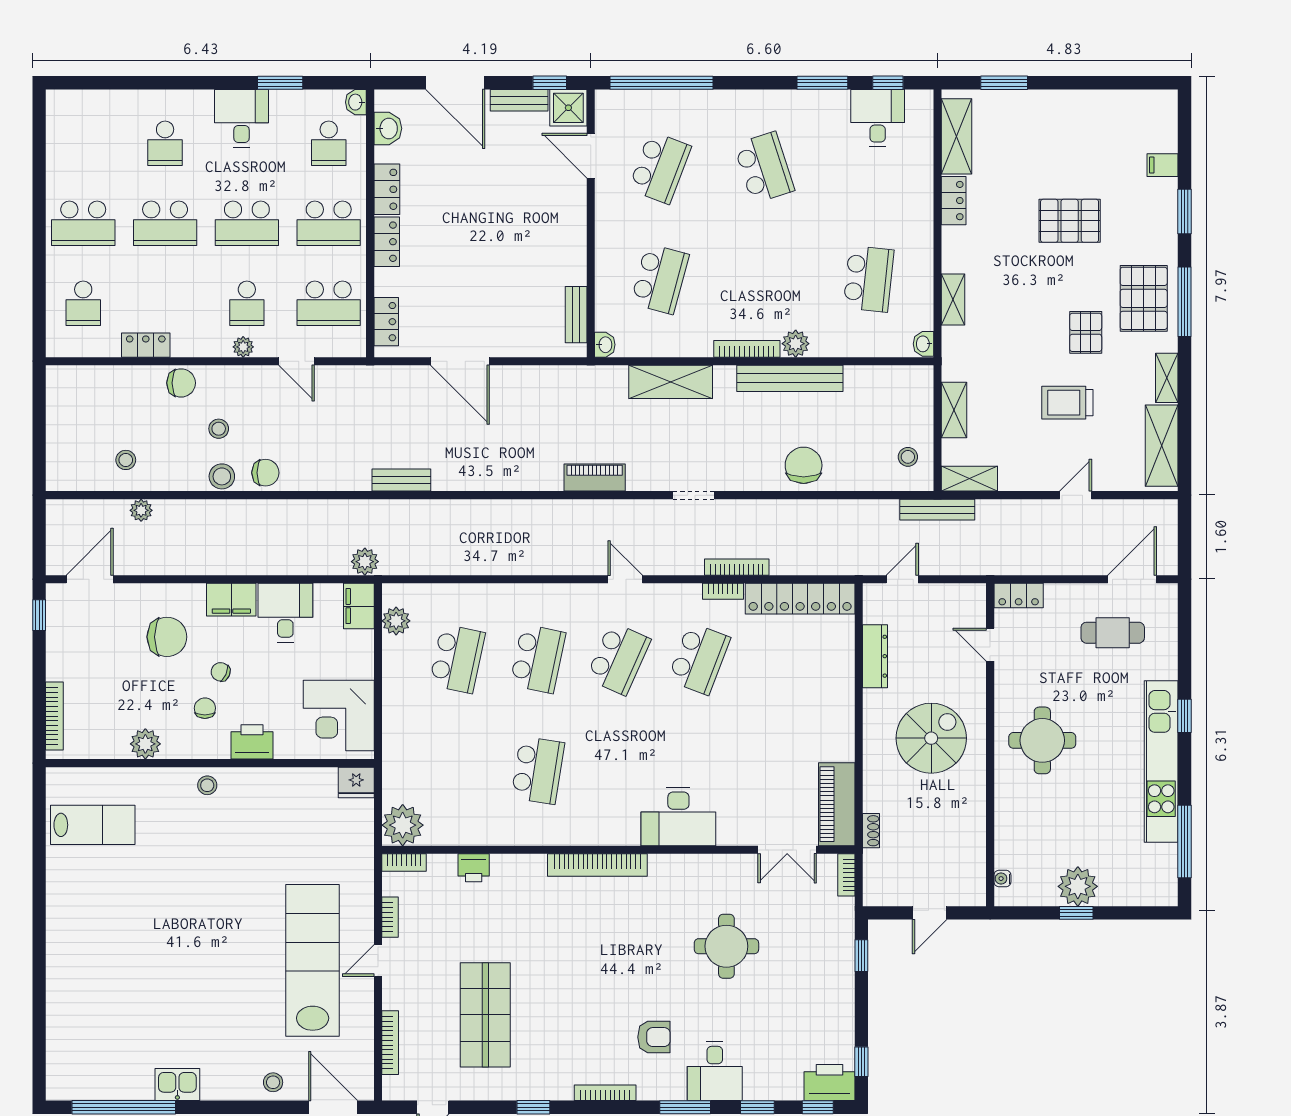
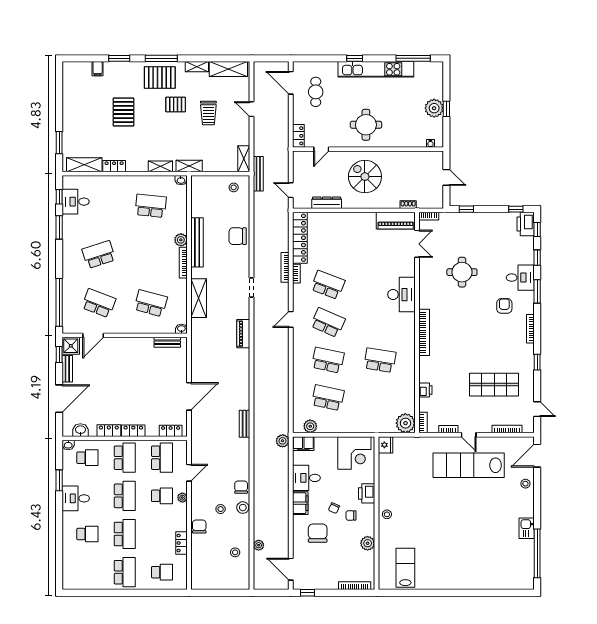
shelving: (954, 410) -> (189, 166), moved

